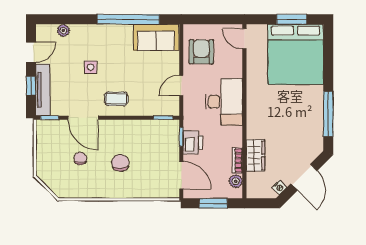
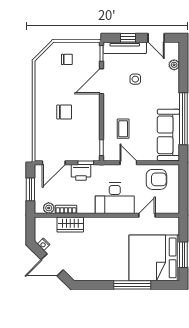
sofa: (156, 37) -> (168, 135), width x1.36
door: (244, 39) -> (147, 215), moved
side table: (90, 67) -> (135, 79), moved
coffee table: (116, 99) -> (123, 129), moved
window: (328, 114) -> (132, 285), moved
chair: (80, 159) -> (67, 59), moved

